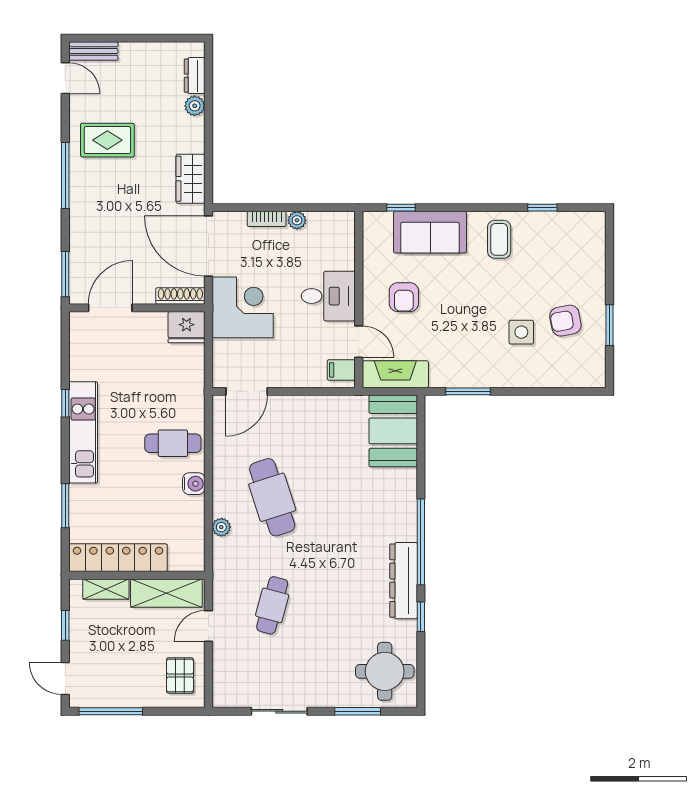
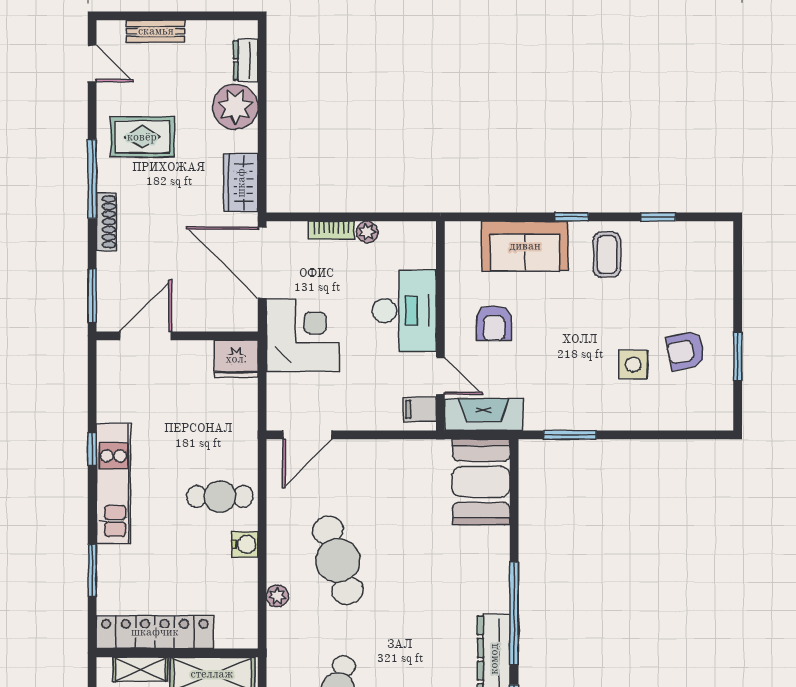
bench: (93, 51) -> (156, 31), moved
plant: (195, 106) -> (235, 107), width x1.88, depth x1.88
window: (401, 208) -> (572, 217), moved
shoe rack: (180, 296) -> (106, 222), moved, turned 90
desk: (328, 296) -> (404, 311), width x1.37

